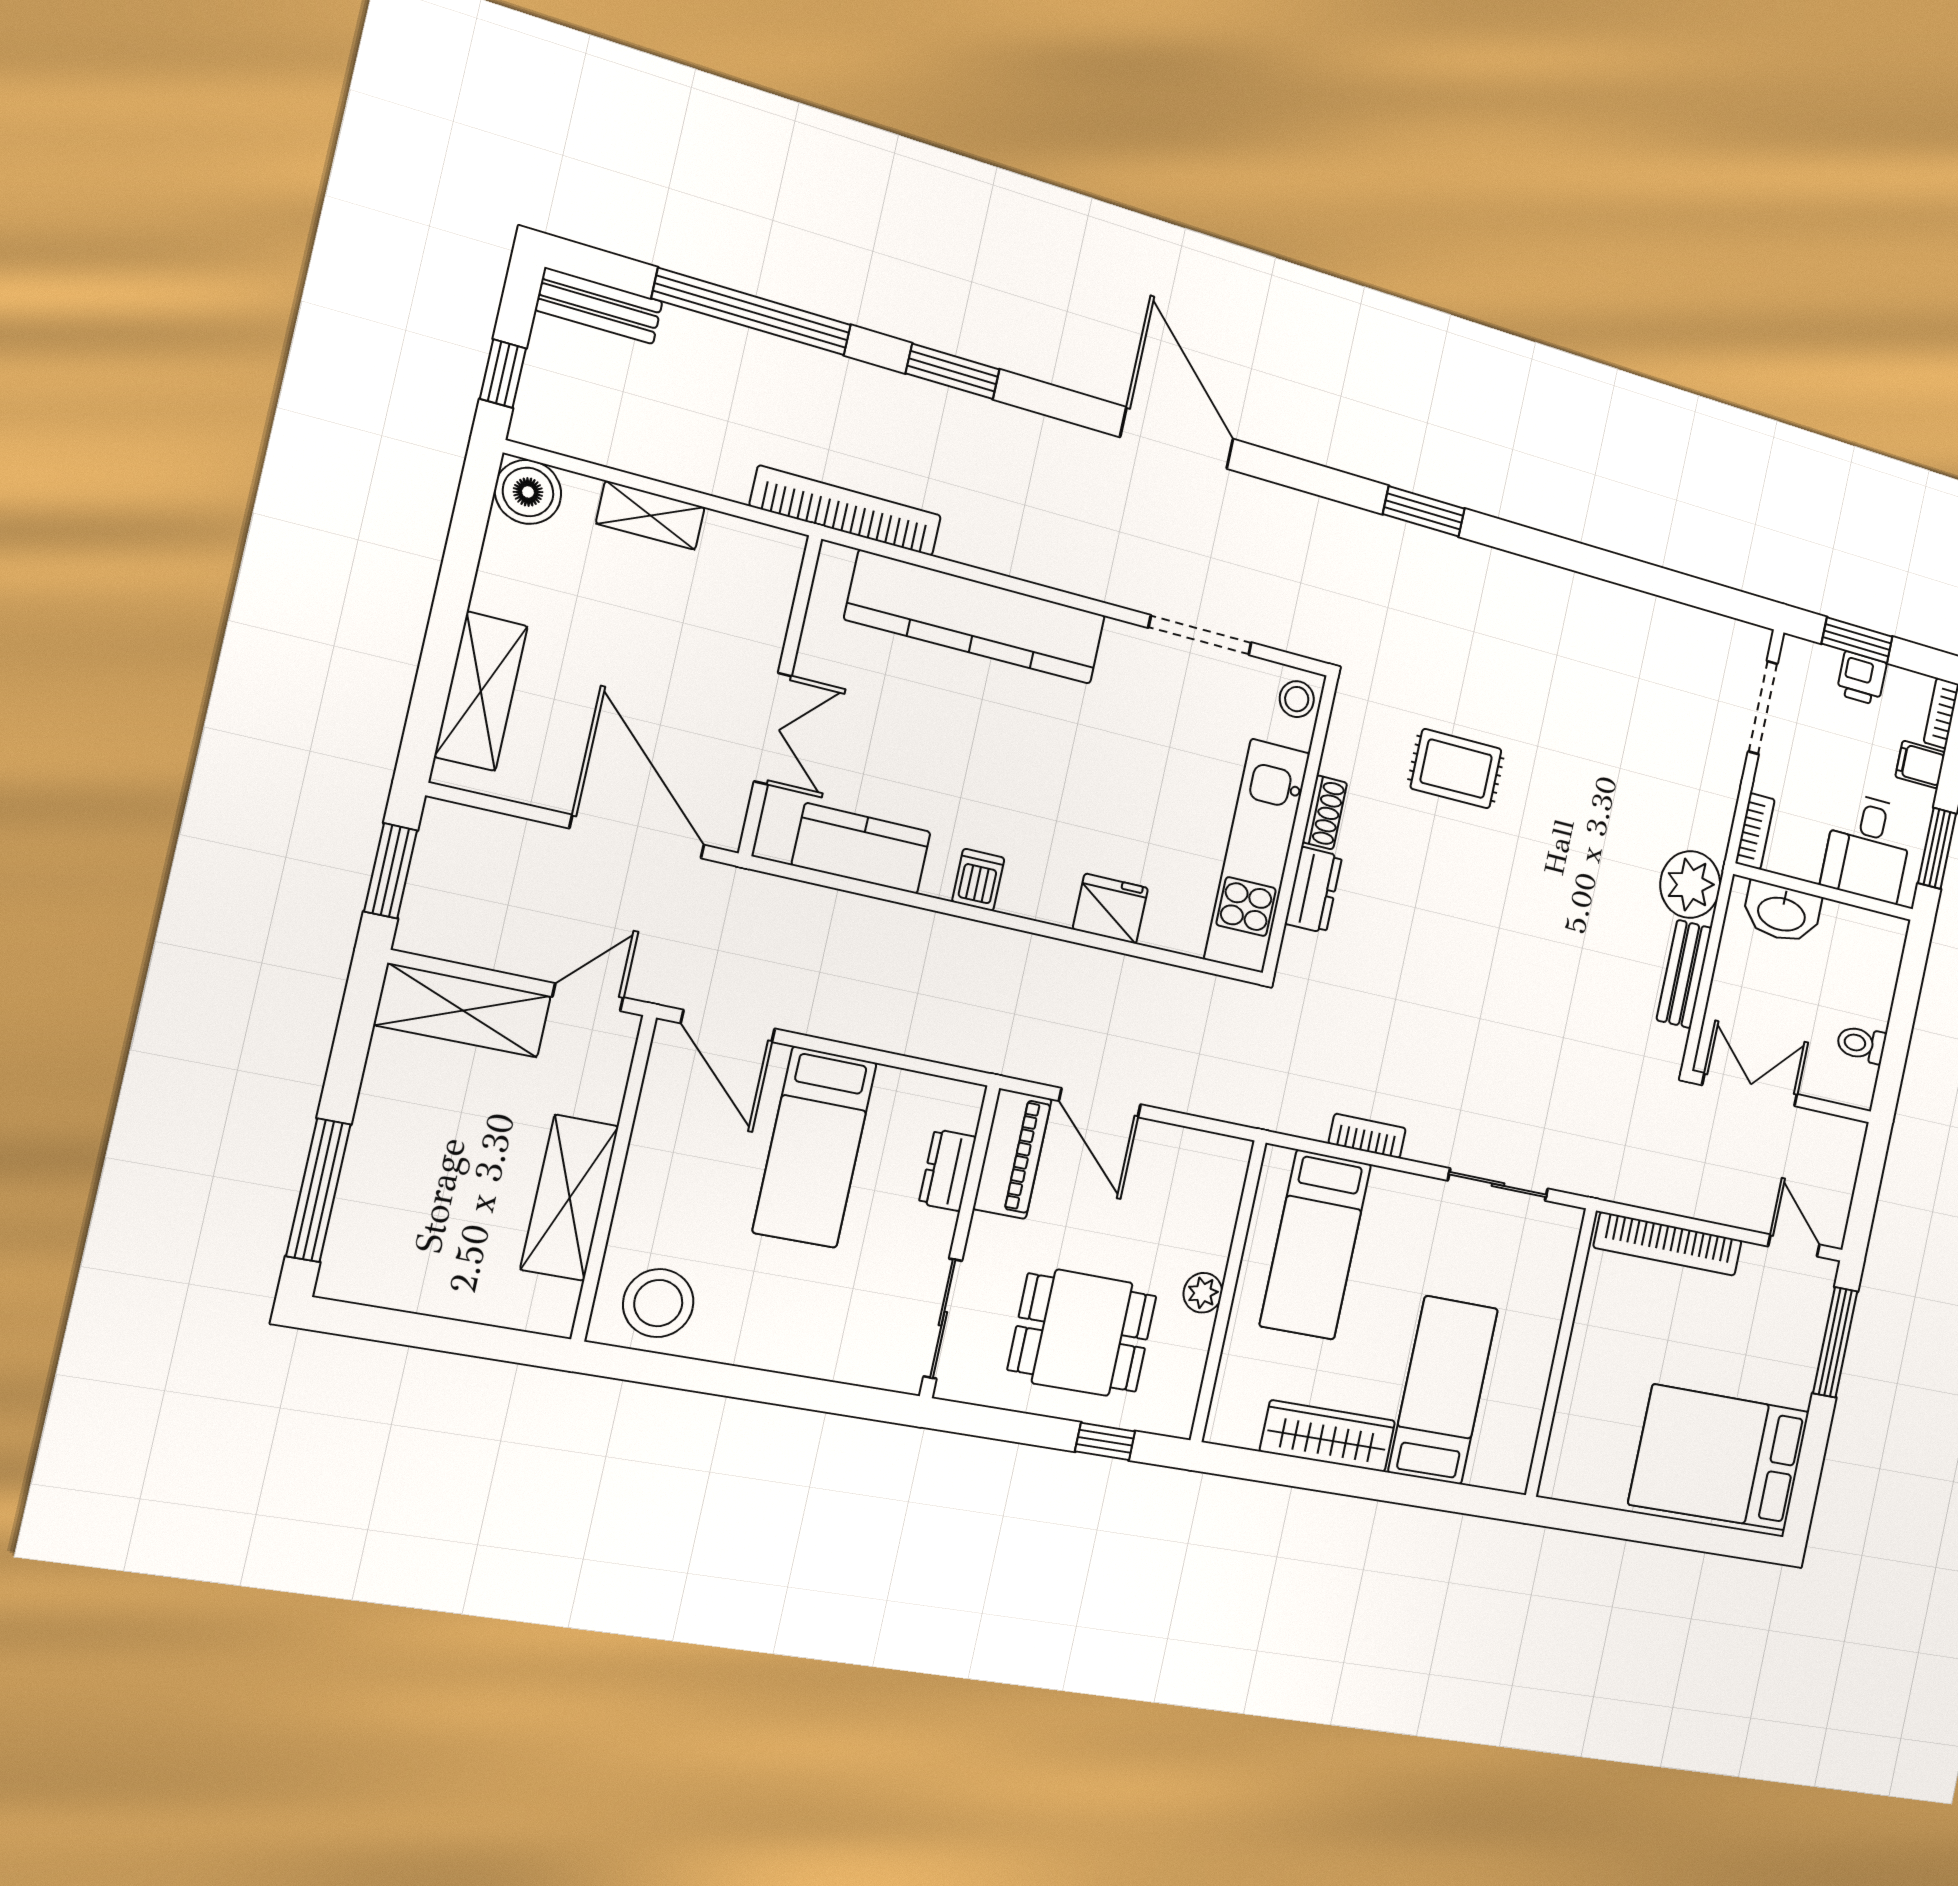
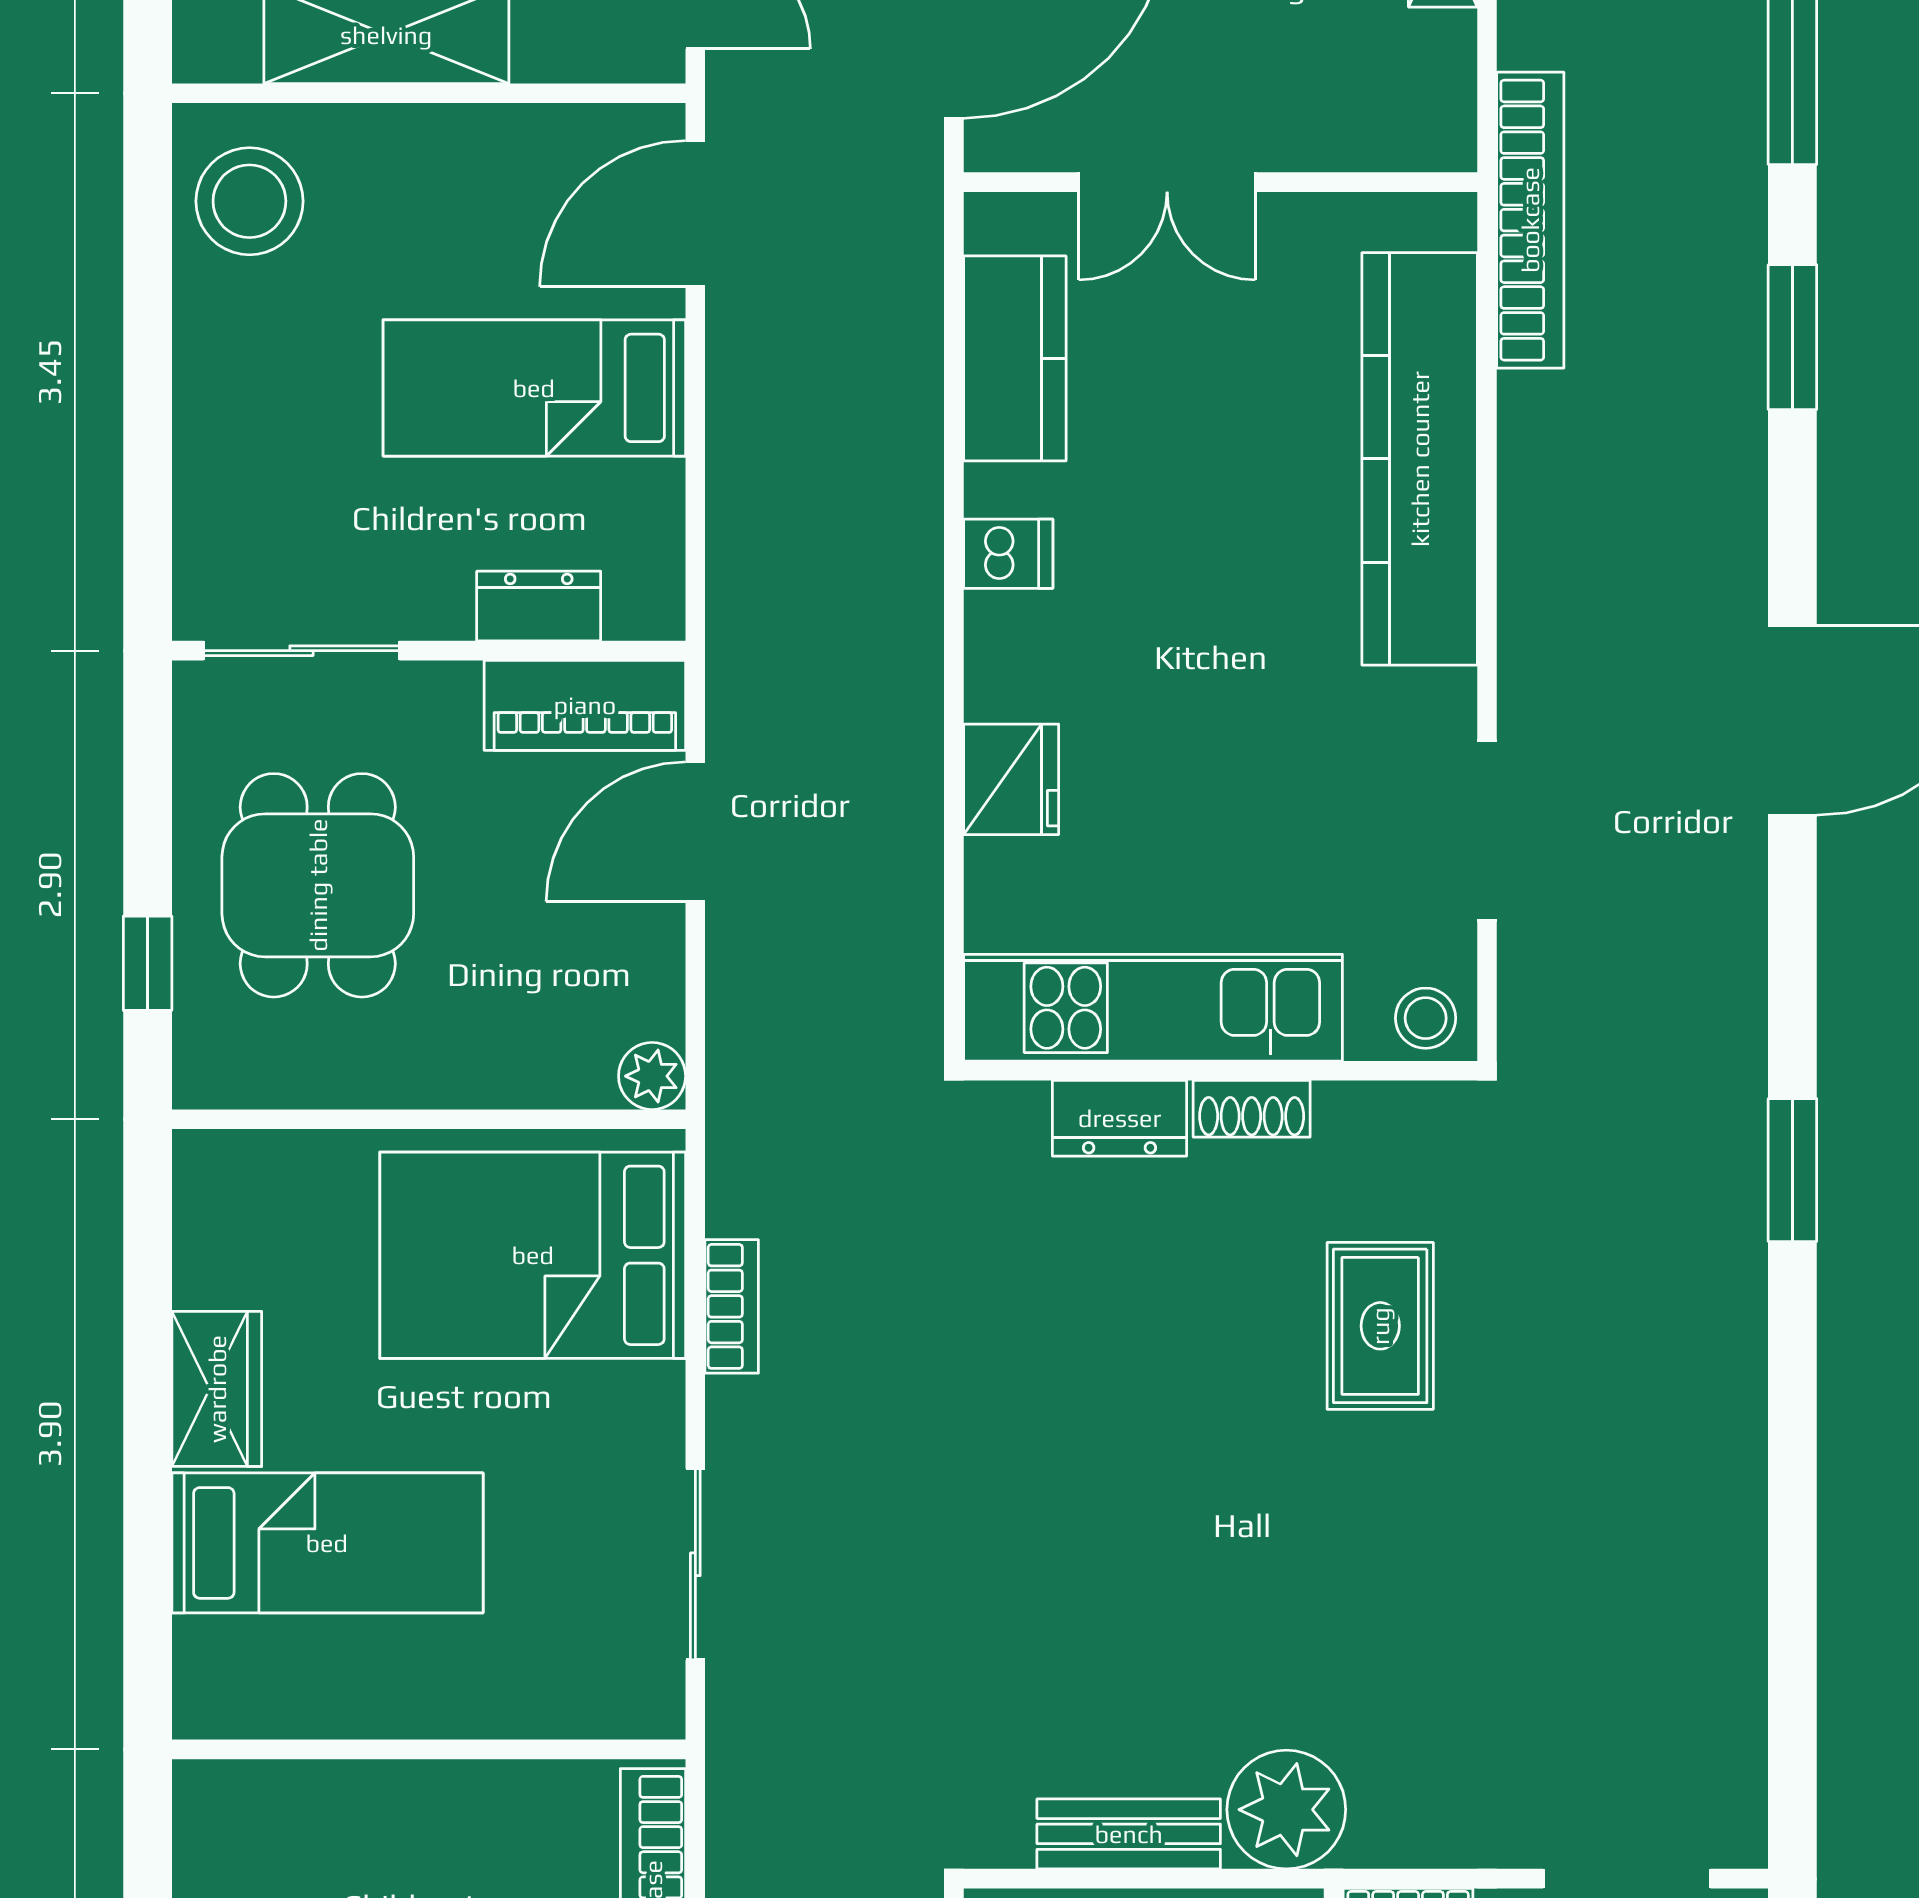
bed: (1315, 1245) -> (533, 1255), width x1.50
plant: (1203, 1293) -> (652, 1076), moved
wardrobe: (1328, 1436) -> (217, 1389), width x0.67

